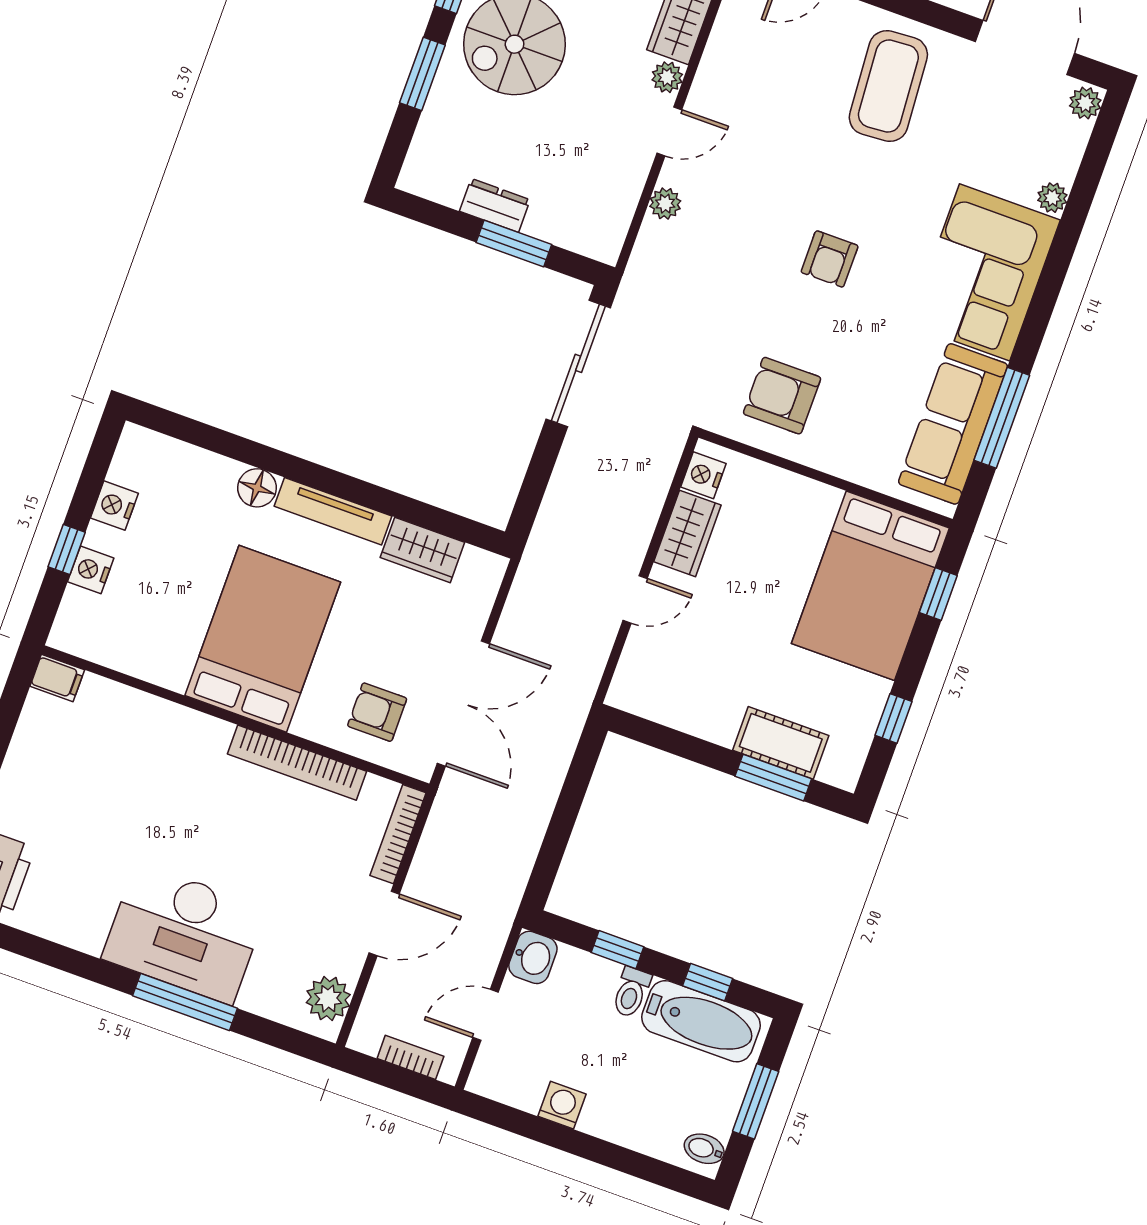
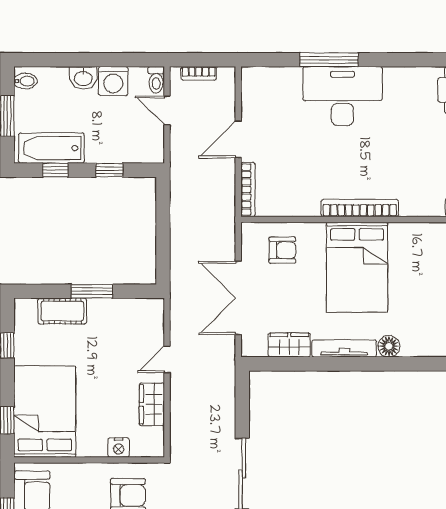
nightstand: (703, 475) -> (119, 448), moved, turned 90
double door: (463, 703) -> (238, 298), moved
bookcase: (297, 763) -> (360, 208), moved
window: (773, 778) -> (92, 291), moved
washbasin: (533, 957) -> (83, 78), moved, turned -90
toilet: (631, 992) -> (156, 80), moved, turned 180
plant: (328, 999) -> (254, 89), removed
door: (486, 1015) -> (167, 110), swing flipped
washing machine: (562, 1105) -> (113, 81), width x1.38, depth x1.38

